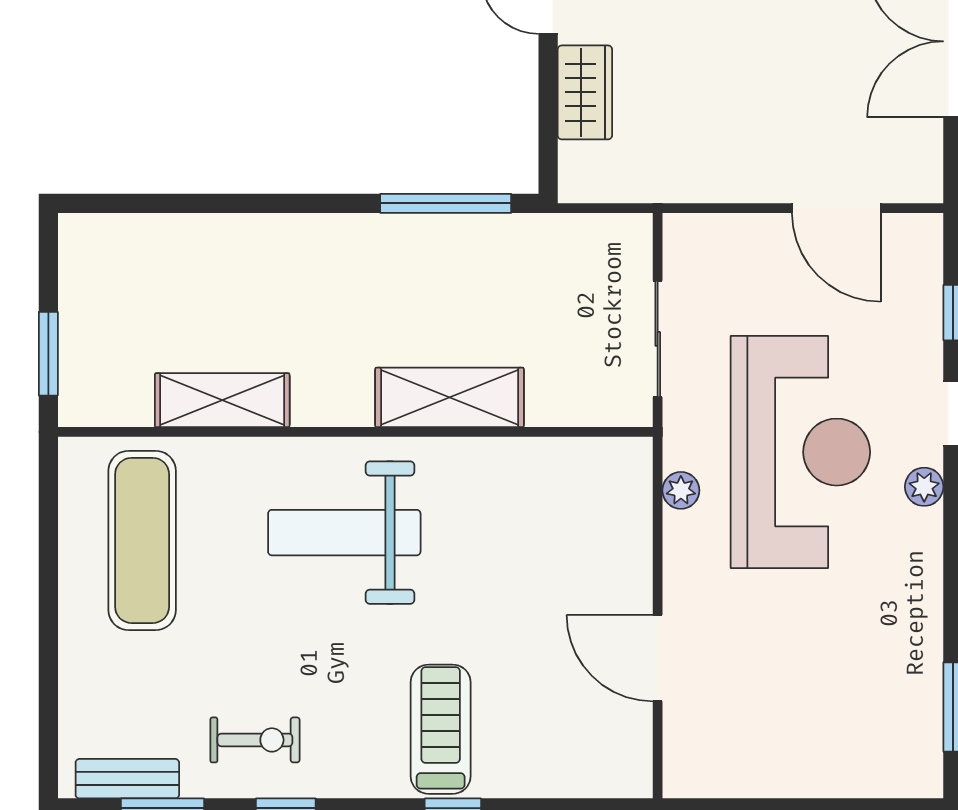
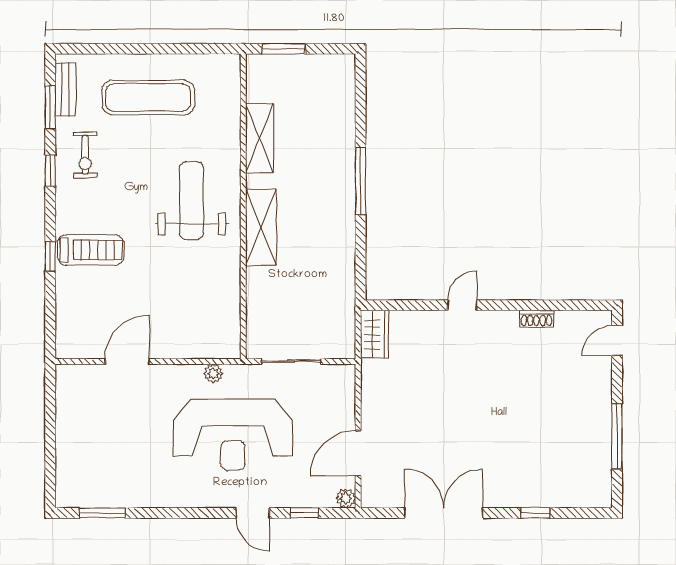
wardrobe: (585, 92) -> (374, 334), moved, turned -90
window: (446, 203) -> (361, 181), moved
shelving: (450, 397) -> (261, 228), moved
plant: (924, 487) -> (346, 498), moved
exercise mat: (142, 540) -> (148, 98), moved

